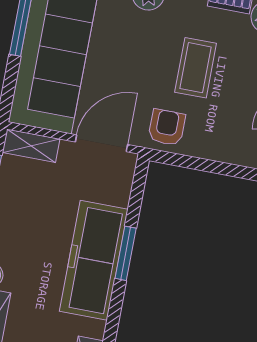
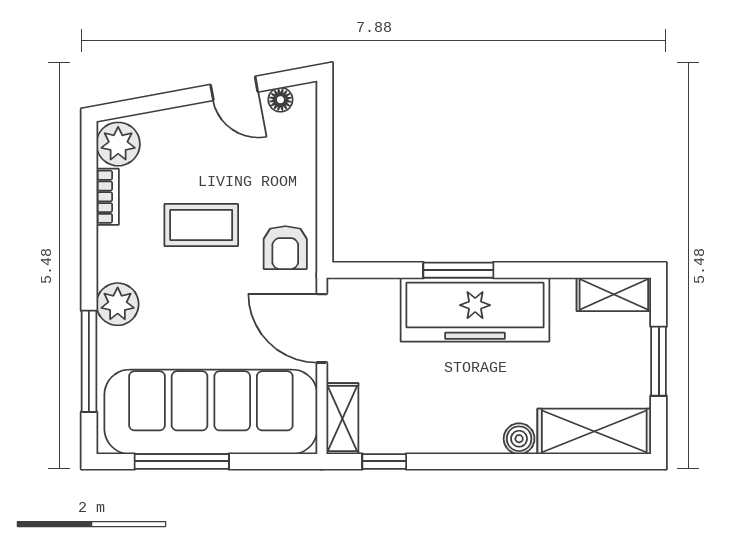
armchair: (167, 127) -> (285, 248), turned -90

